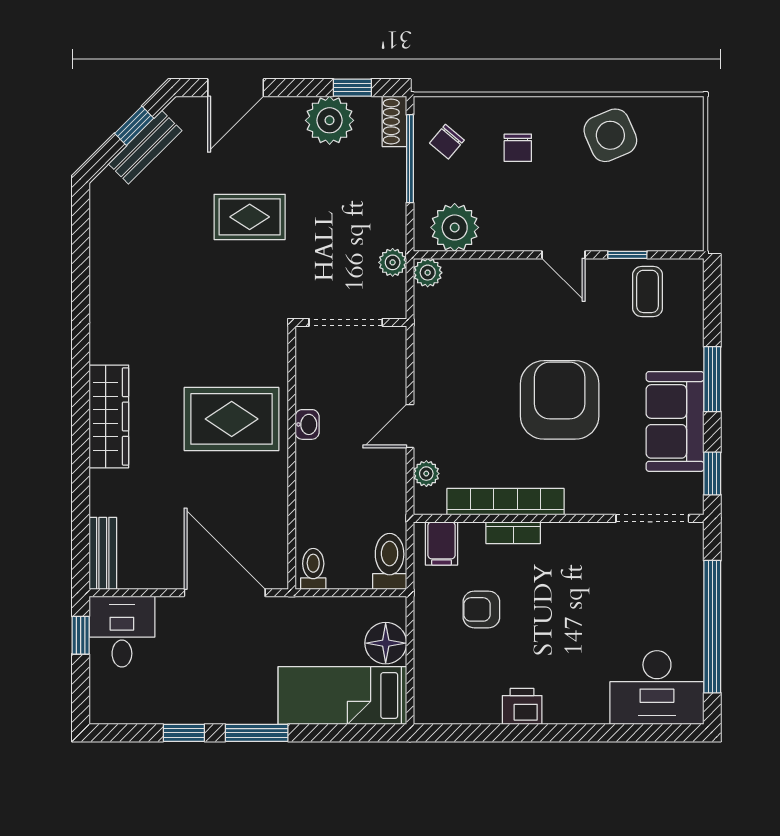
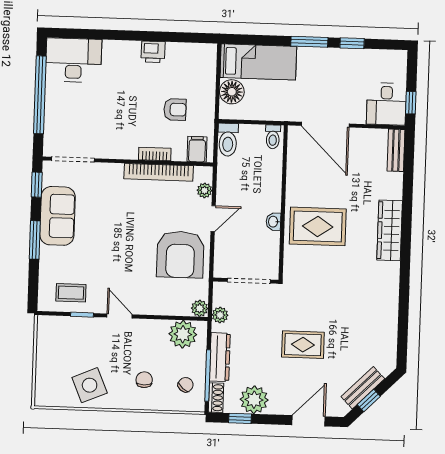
dresser: (390, 191) -> (220, 357), added
coffee table: (648, 291) -> (71, 293), turned 90
armchair: (560, 400) -> (180, 254), moved

